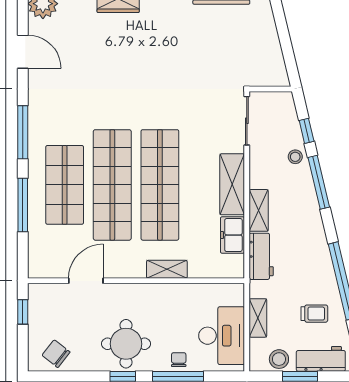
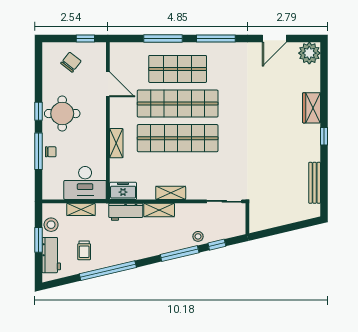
shelving: (232, 184) -> (171, 193), width x0.67, depth x0.75
freezer: (233, 235) -> (123, 191), moved
desk: (222, 336) -> (85, 183), moved
chair: (56, 354) -> (71, 62), moved

